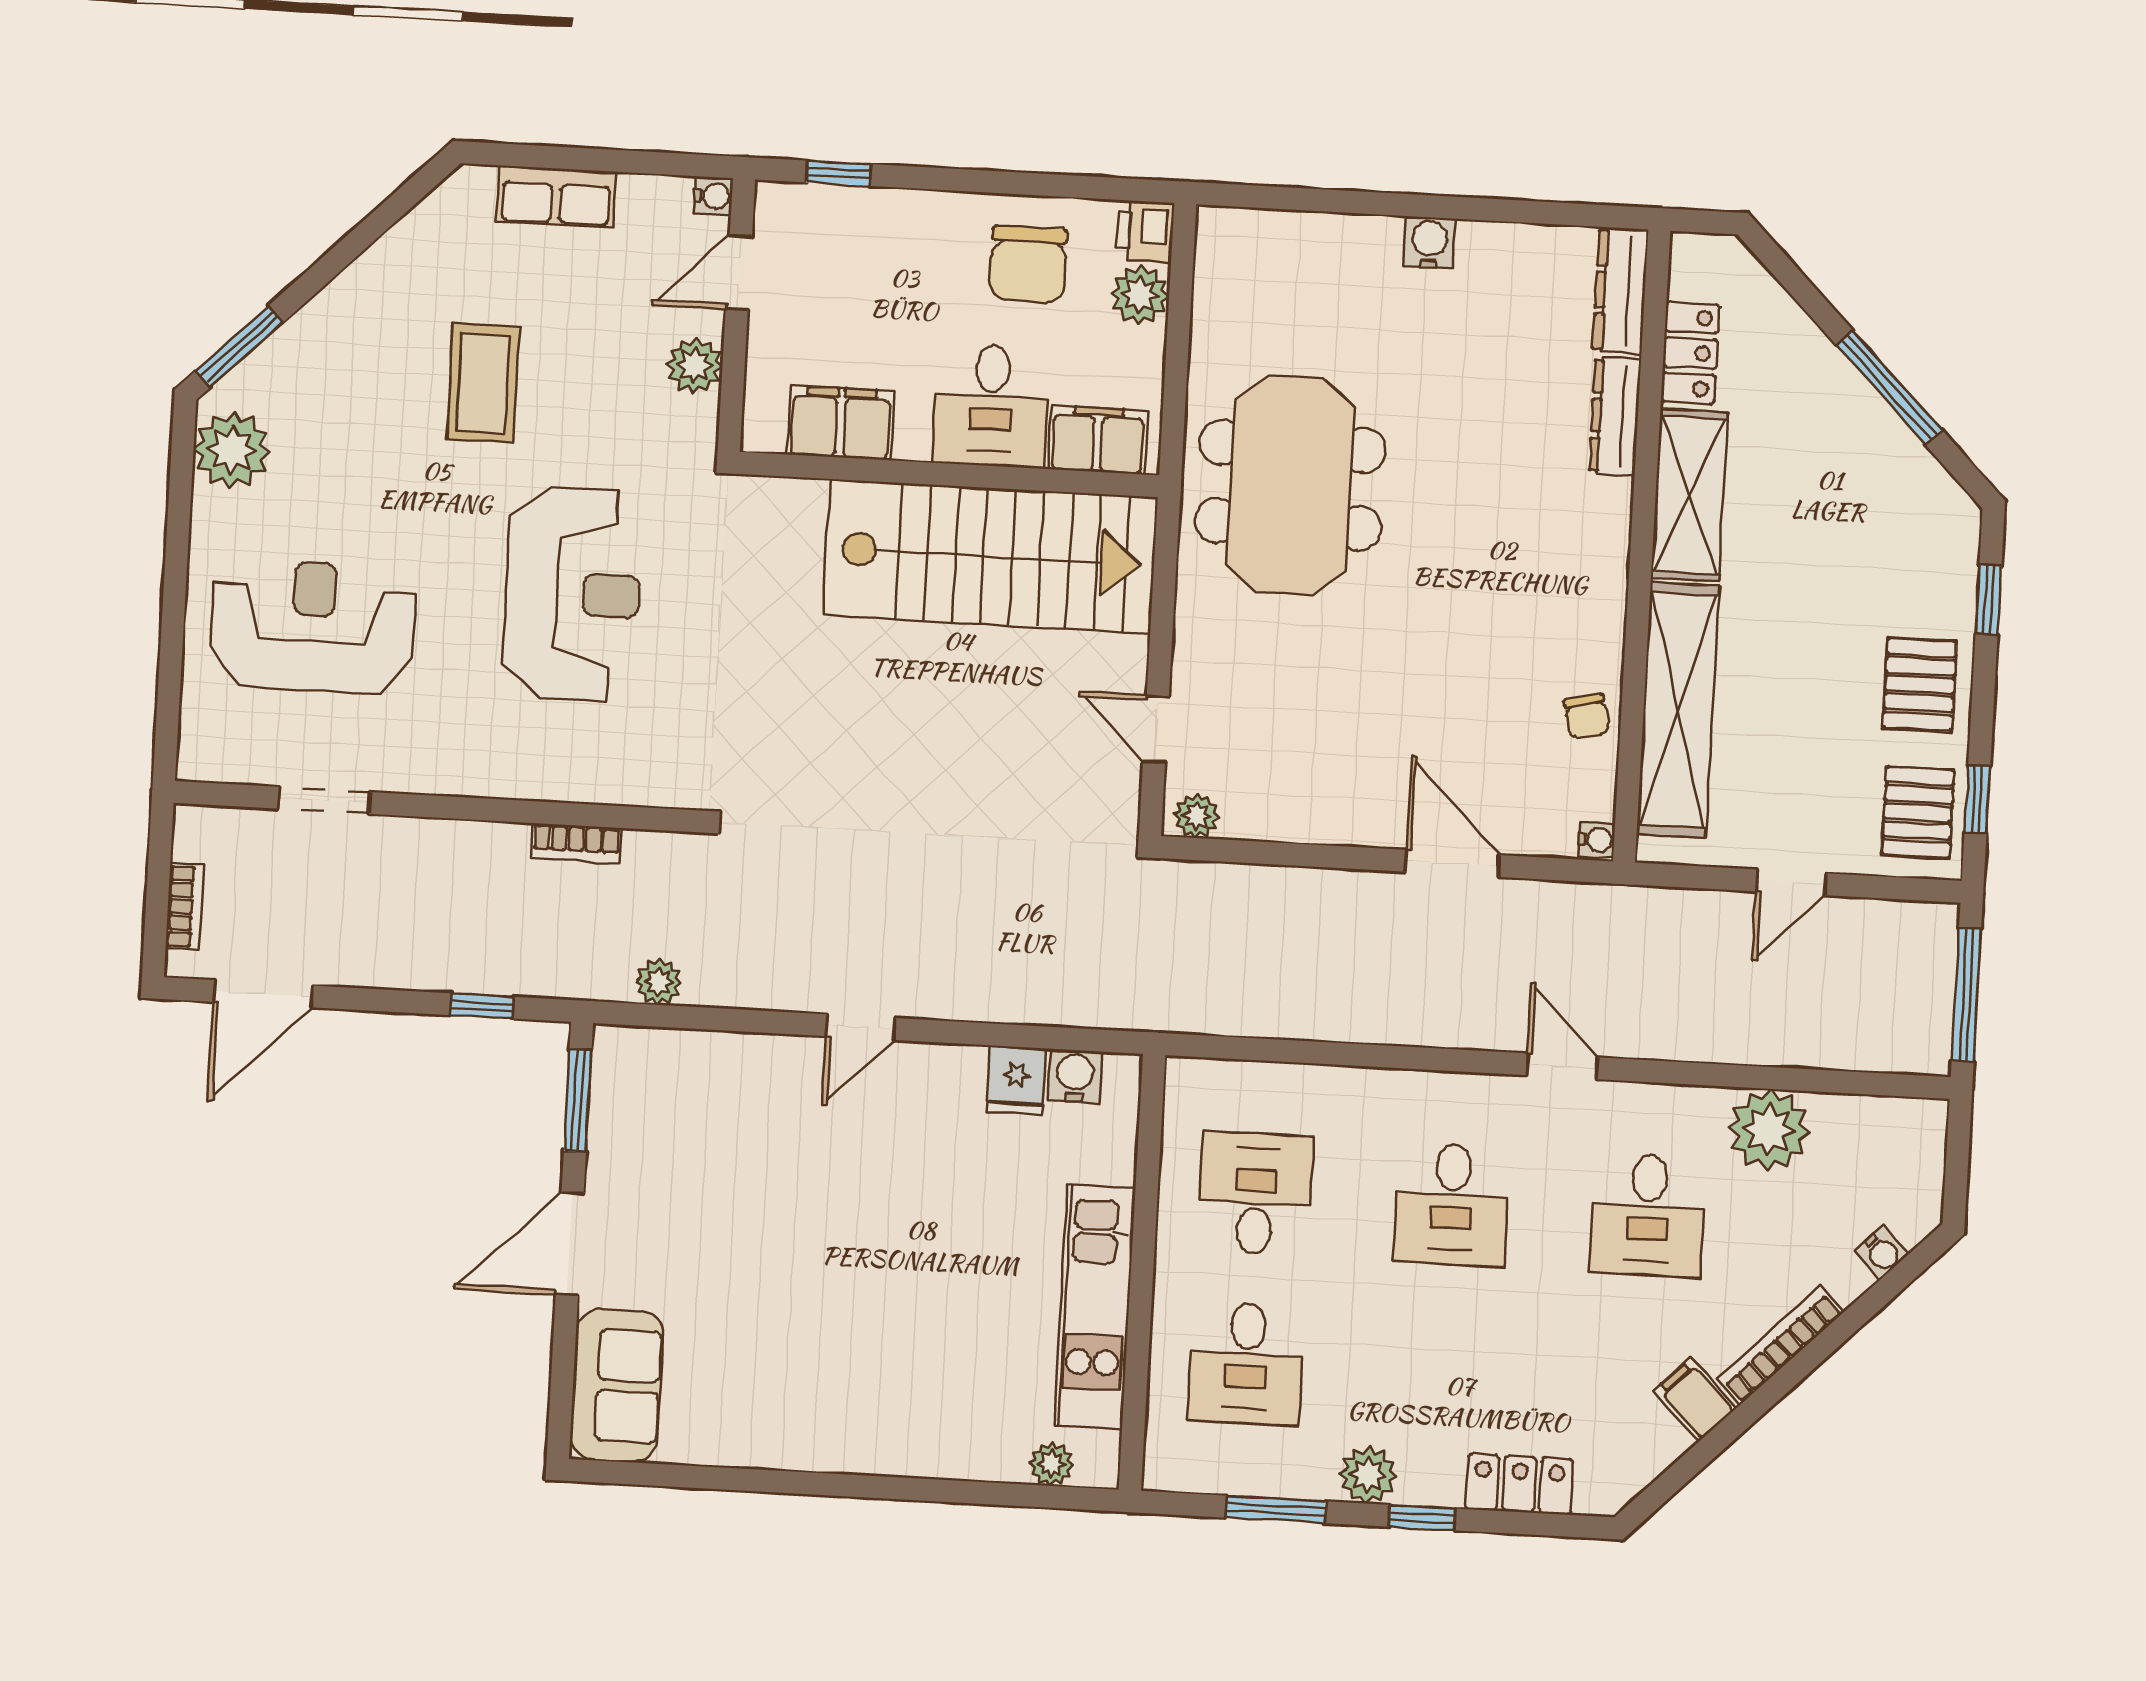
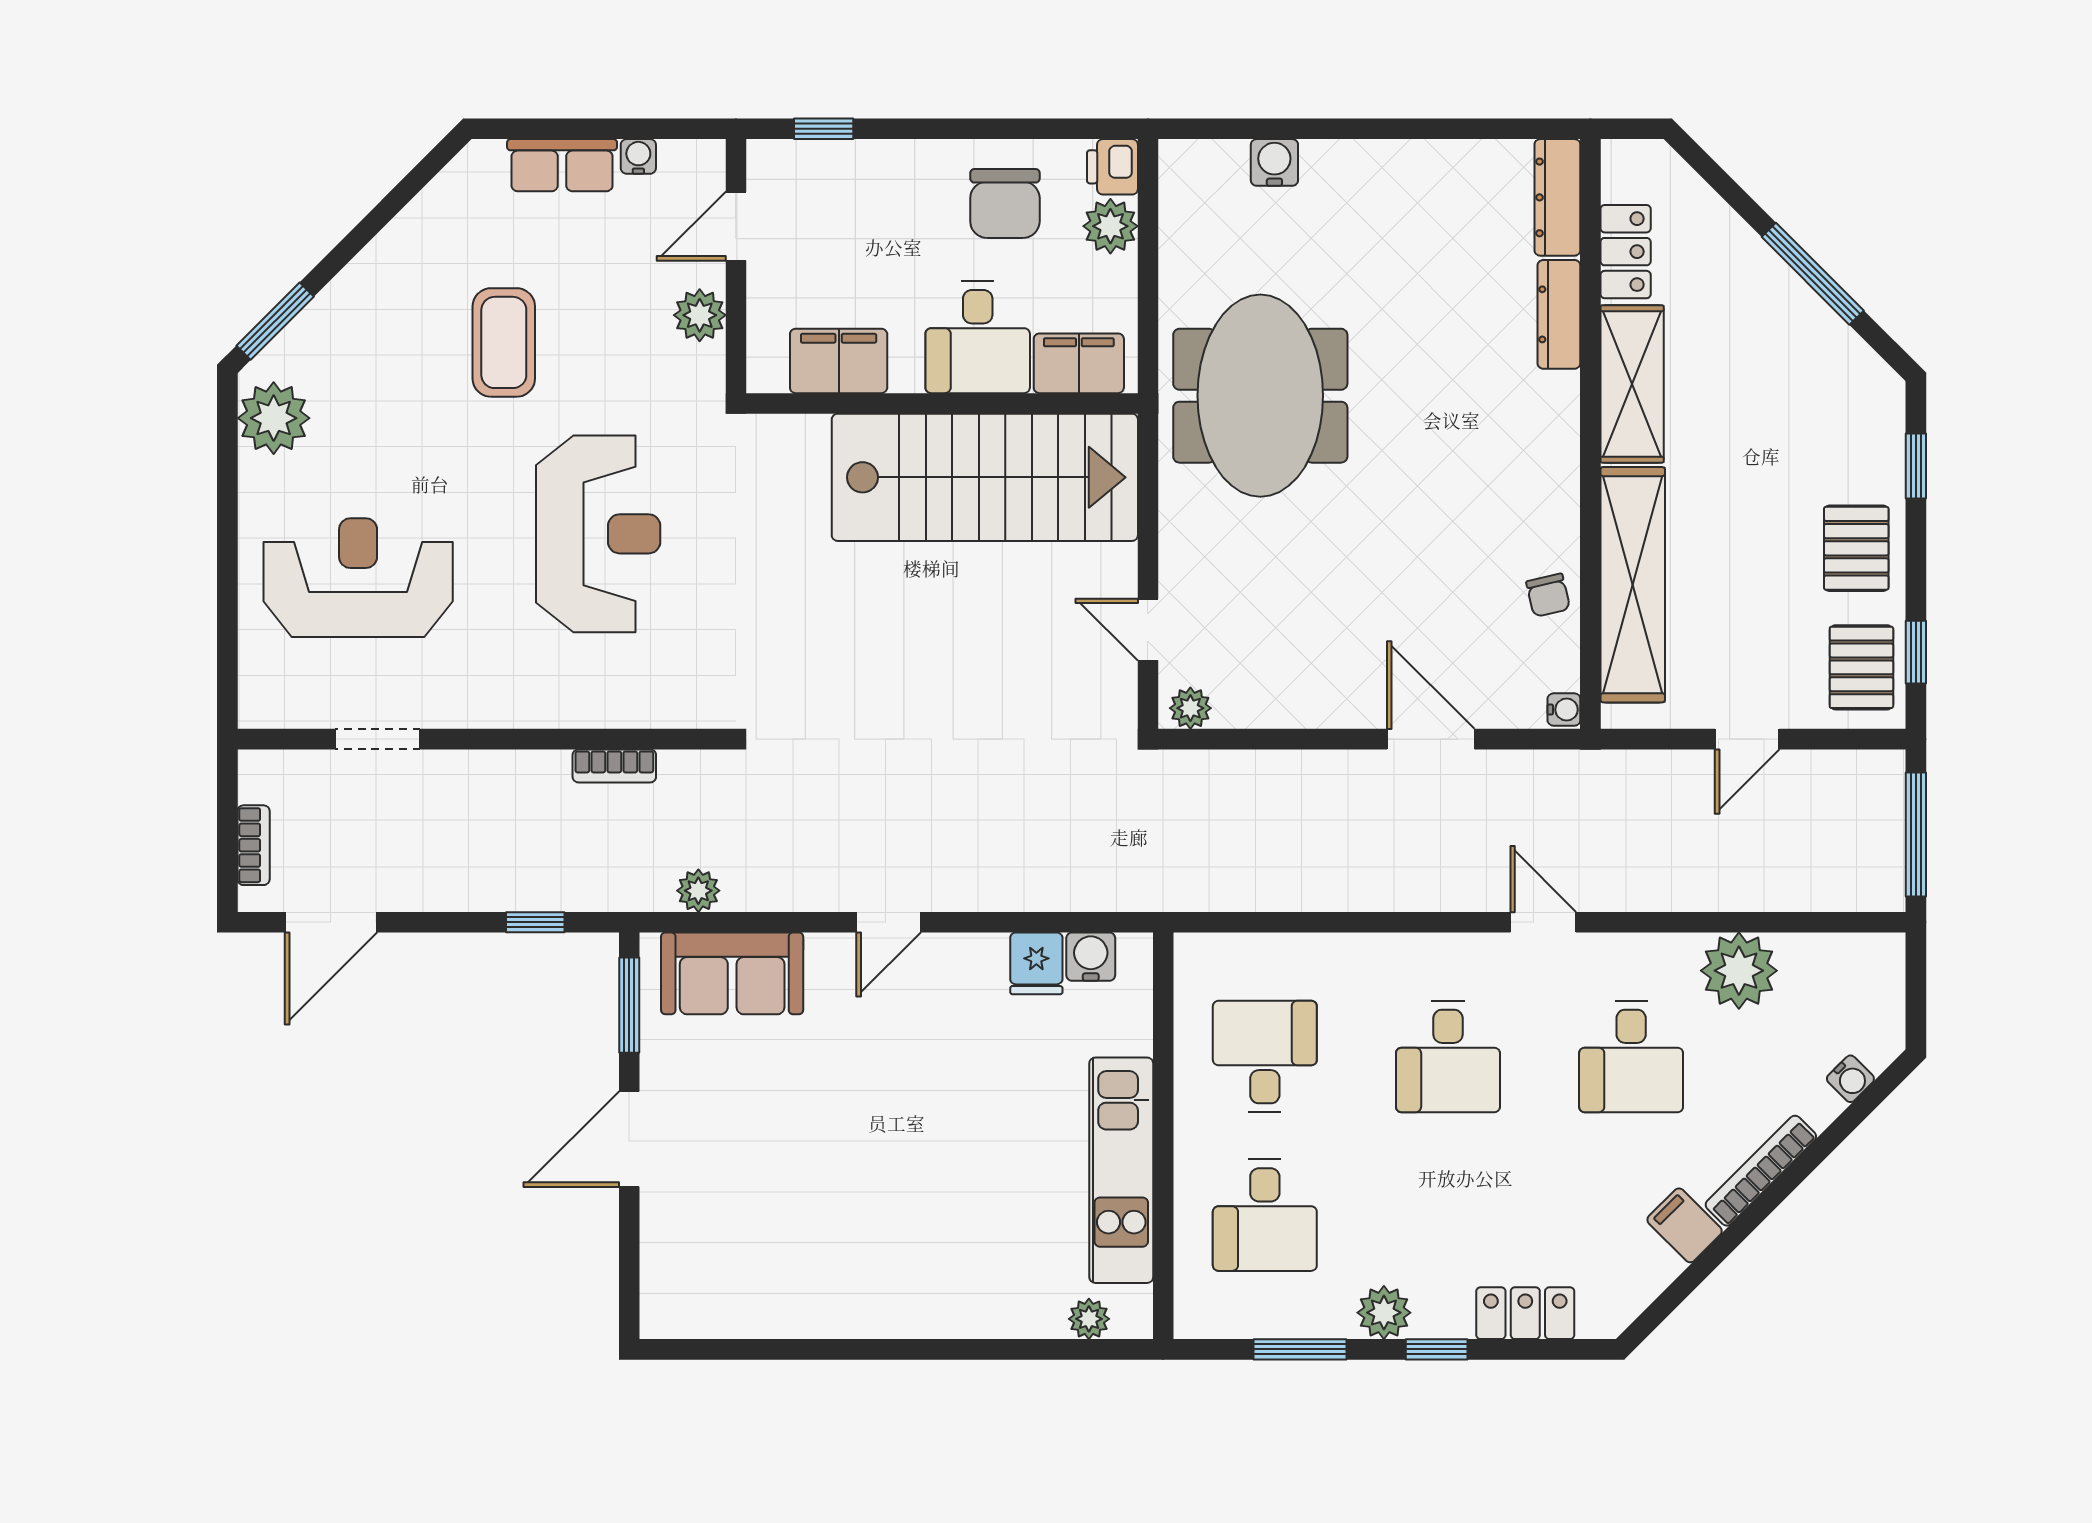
water cooler: (713, 196) -> (638, 156), moved, turned -90
water cooler: (1430, 242) -> (1274, 162), moved
sofa: (617, 1385) -> (732, 973), moved, turned 90

